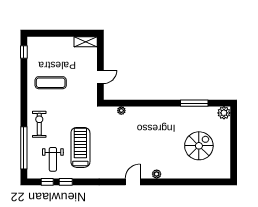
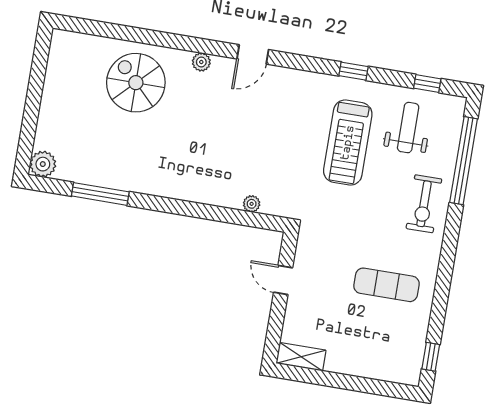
door: (100, 77) -> (283, 280), hinge flipped
spiral stairs: (199, 146) -> (136, 83), moved, turned 90
window: (66, 182) -> (354, 71), moved

